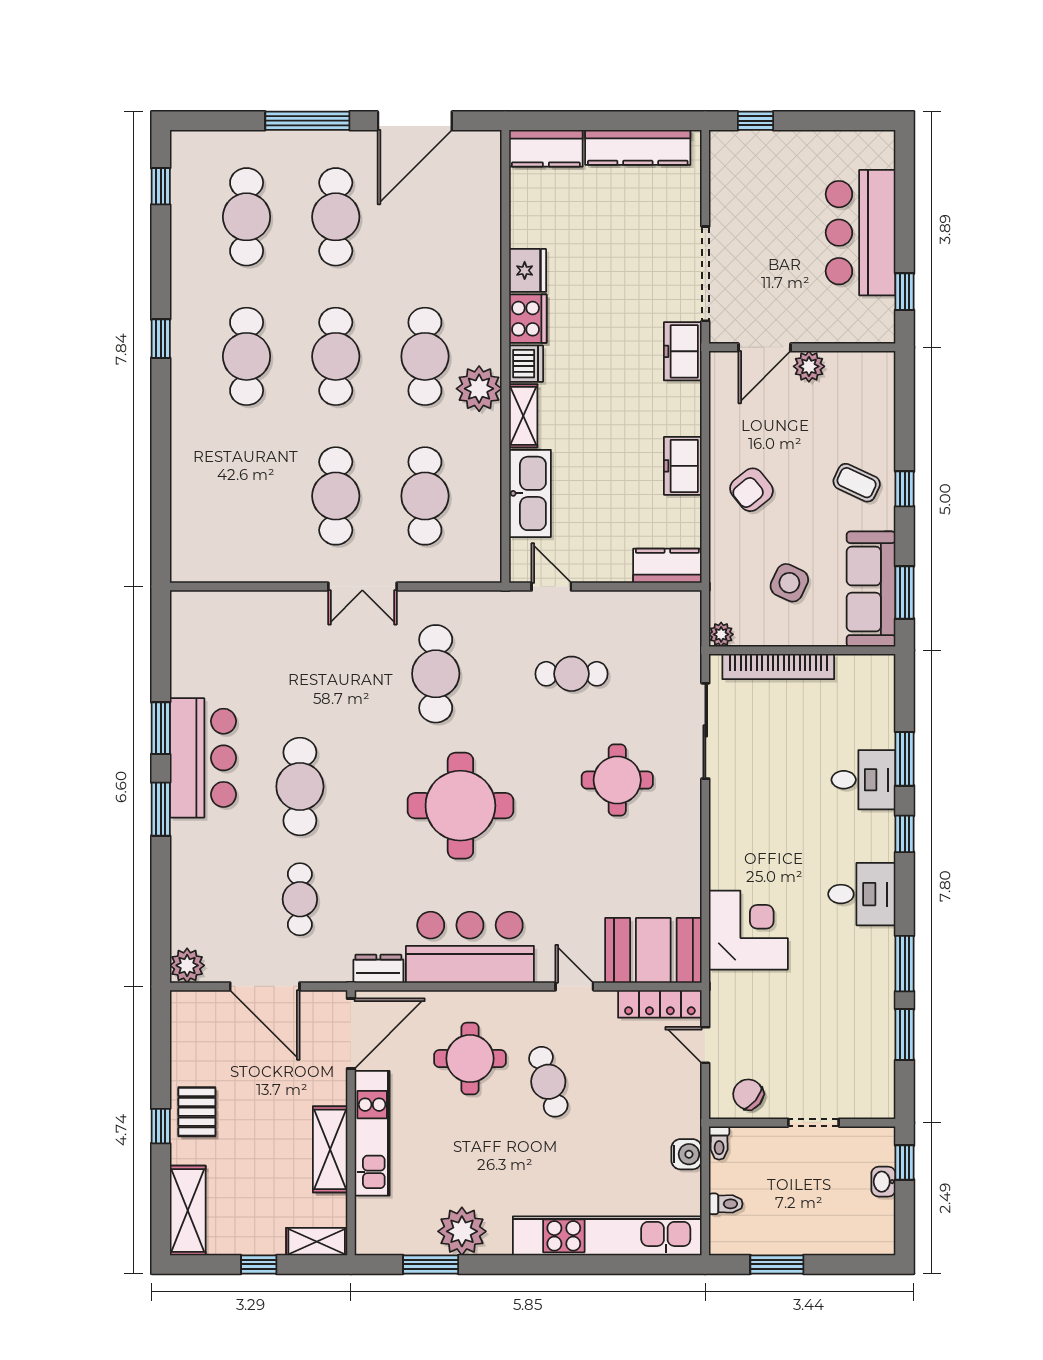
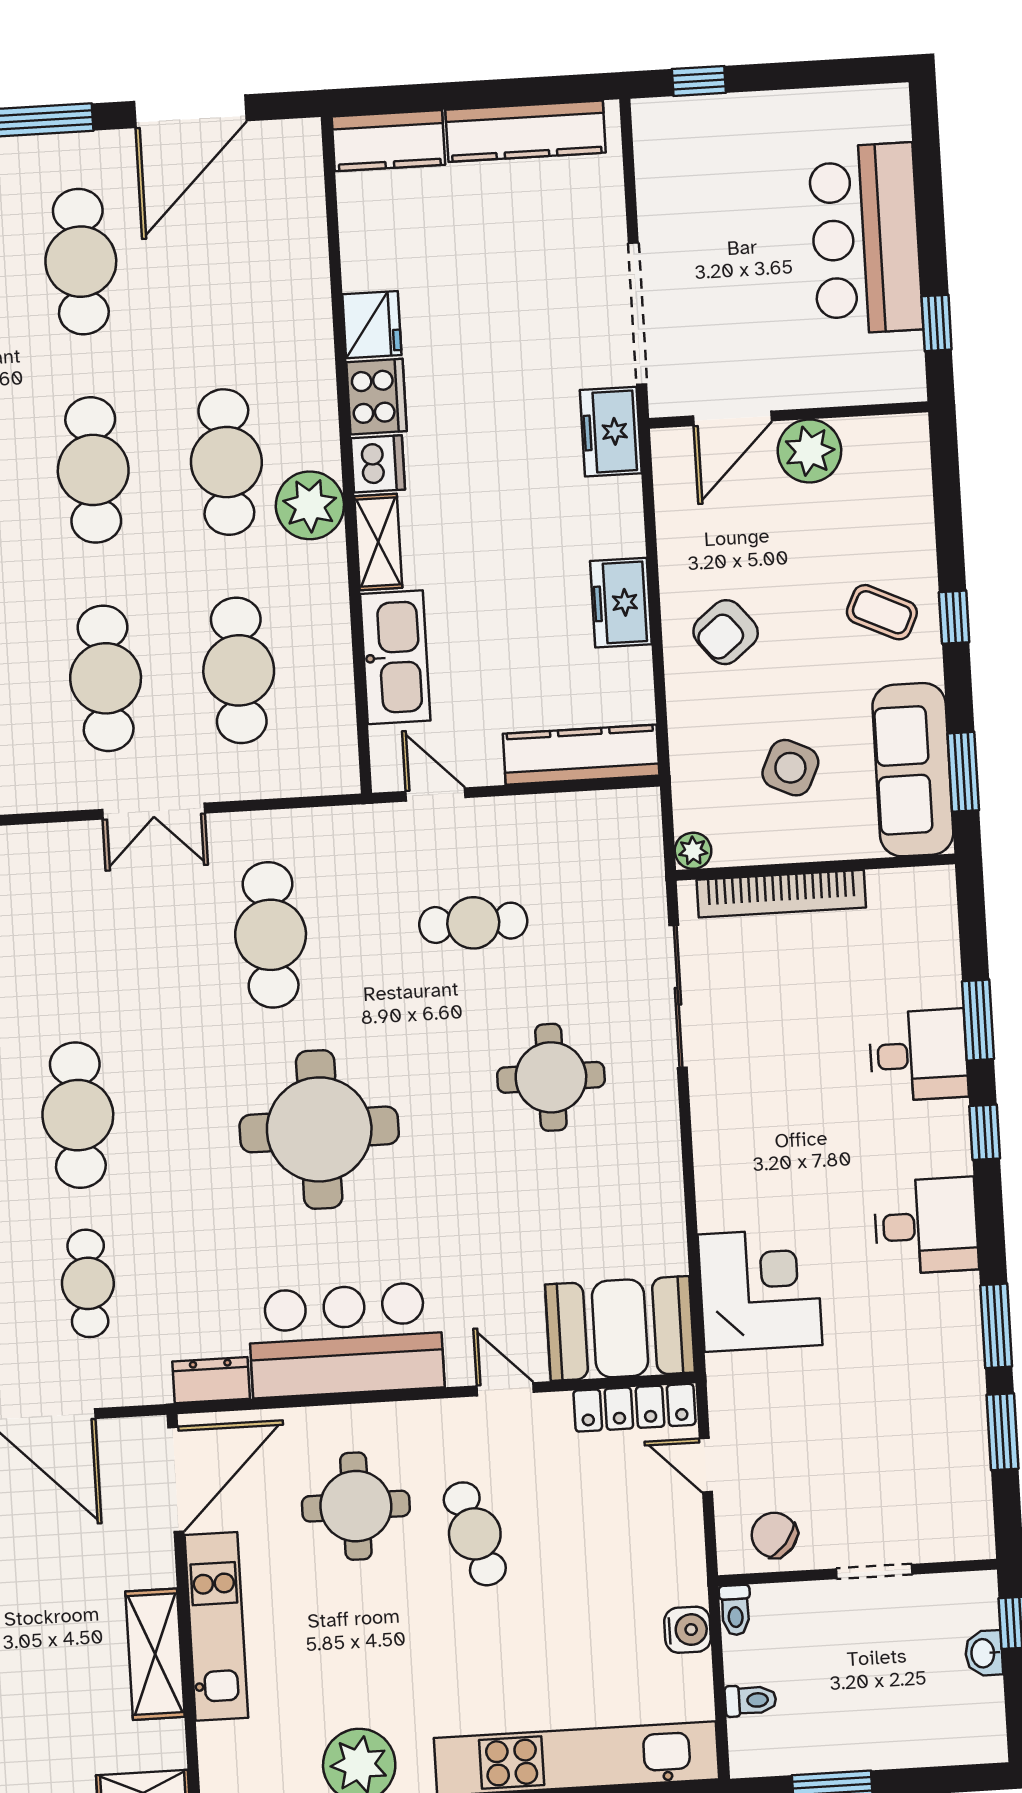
plant: (809, 366) -> (809, 451), width x1.36, depth x1.36
kitchen counter: (667, 566) -> (581, 755), width x1.50

